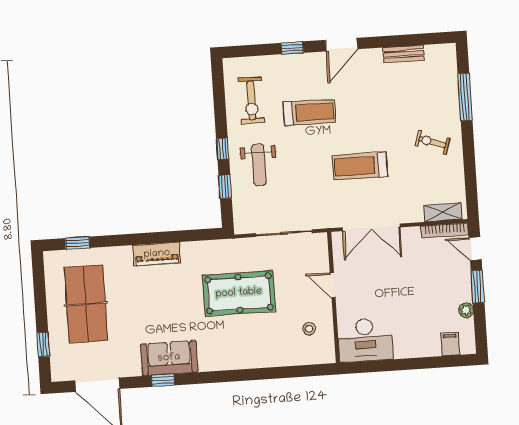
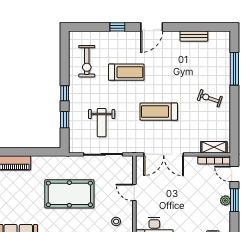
weight bench: (259, 165) -> (102, 123), moved
plant: (466, 310) -> (225, 201), moved

